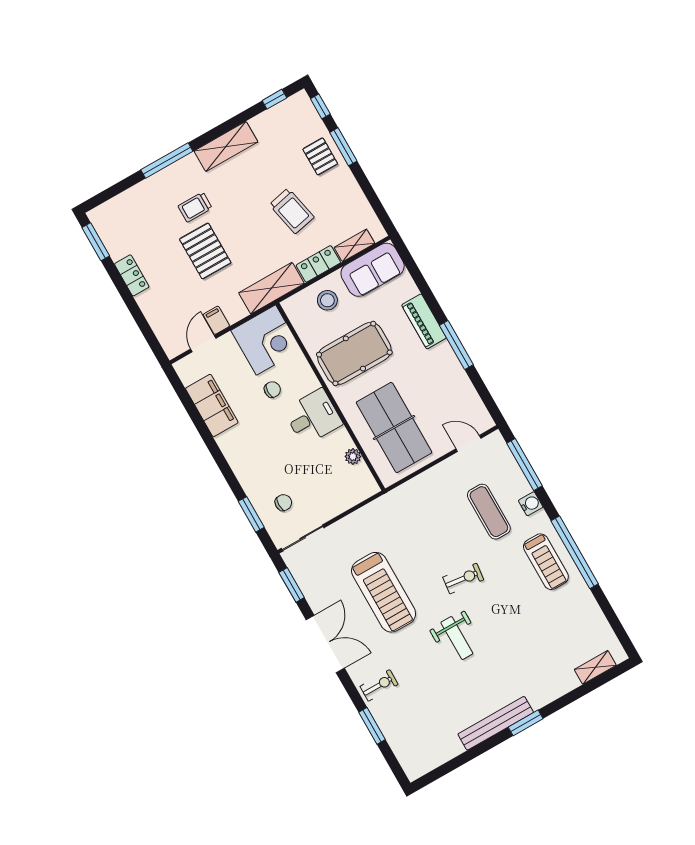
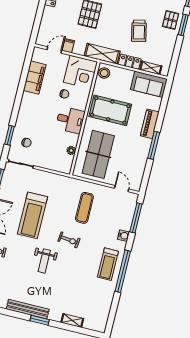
stool: (327, 300) -> (104, 73), moved
exercise mat: (489, 512) -> (84, 208), moved
shelving: (595, 667) -> (72, 320), moved

